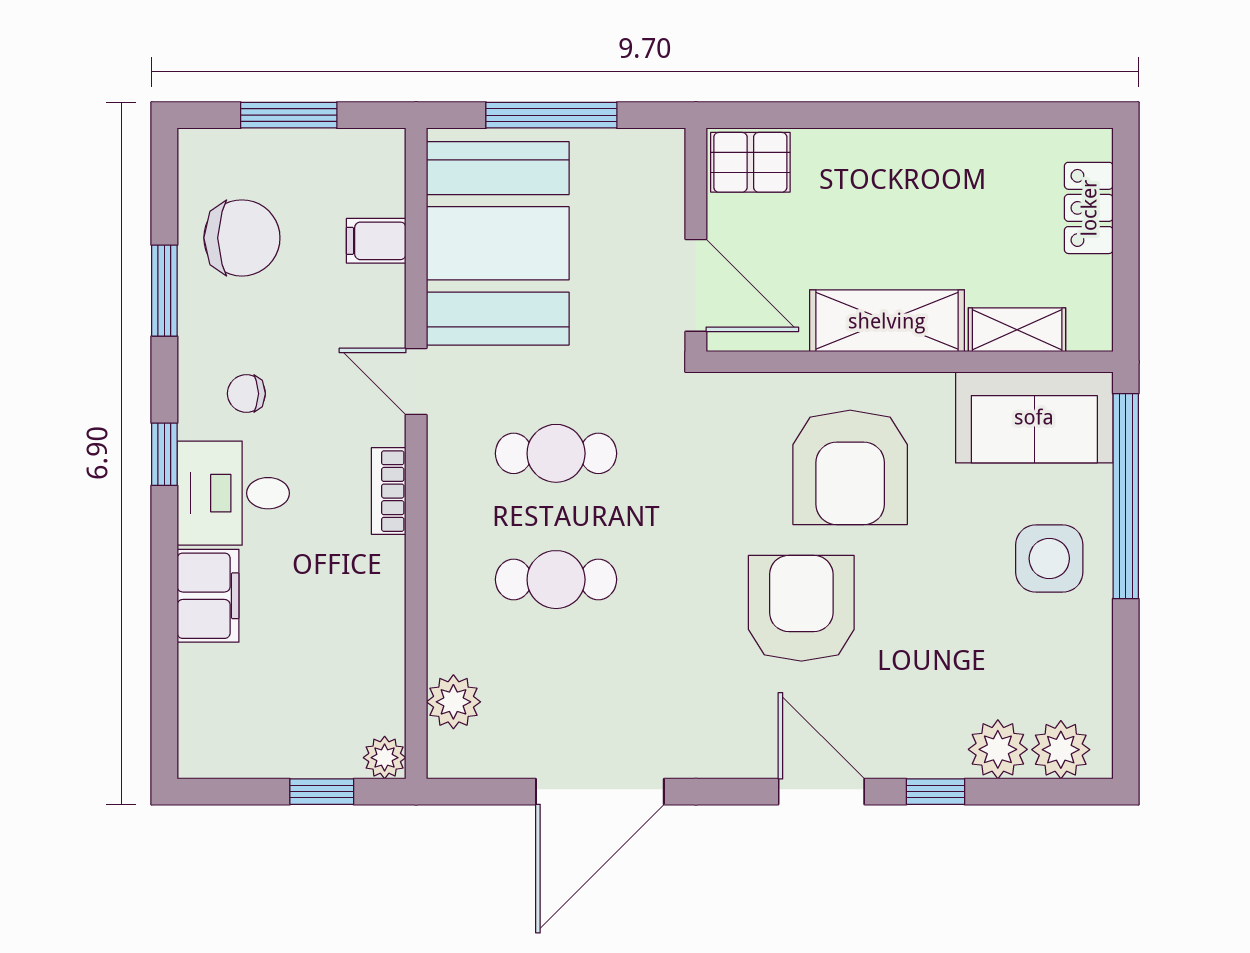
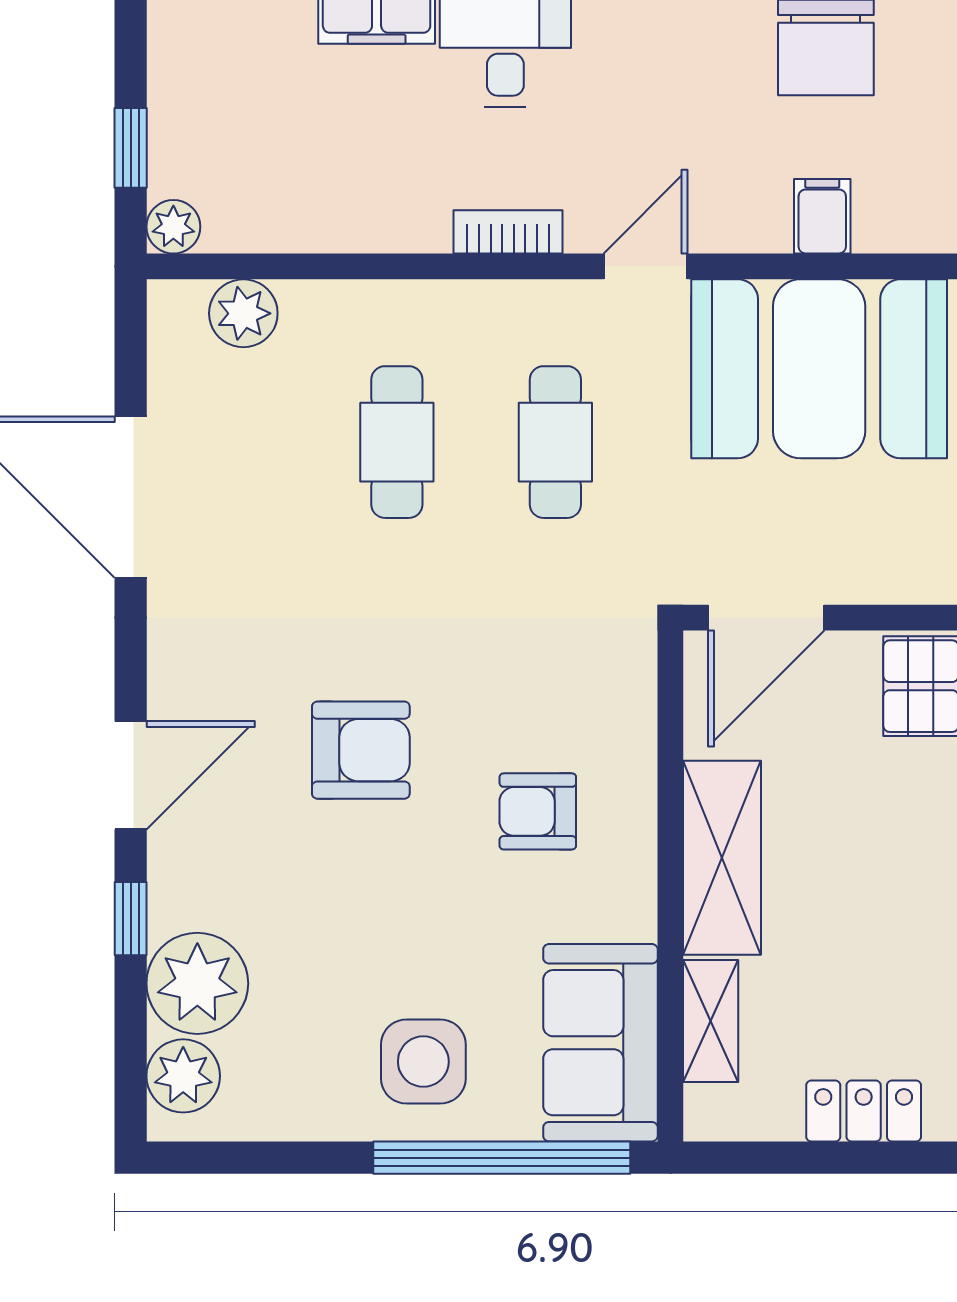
chair: (246, 394) -> (631, 53), removed
armchair: (850, 467) -> (538, 811), width x0.53, depth x0.53
armchair: (801, 608) -> (361, 750), width x0.73, depth x0.73
plant: (998, 749) -> (197, 983), width x1.36, depth x1.36

